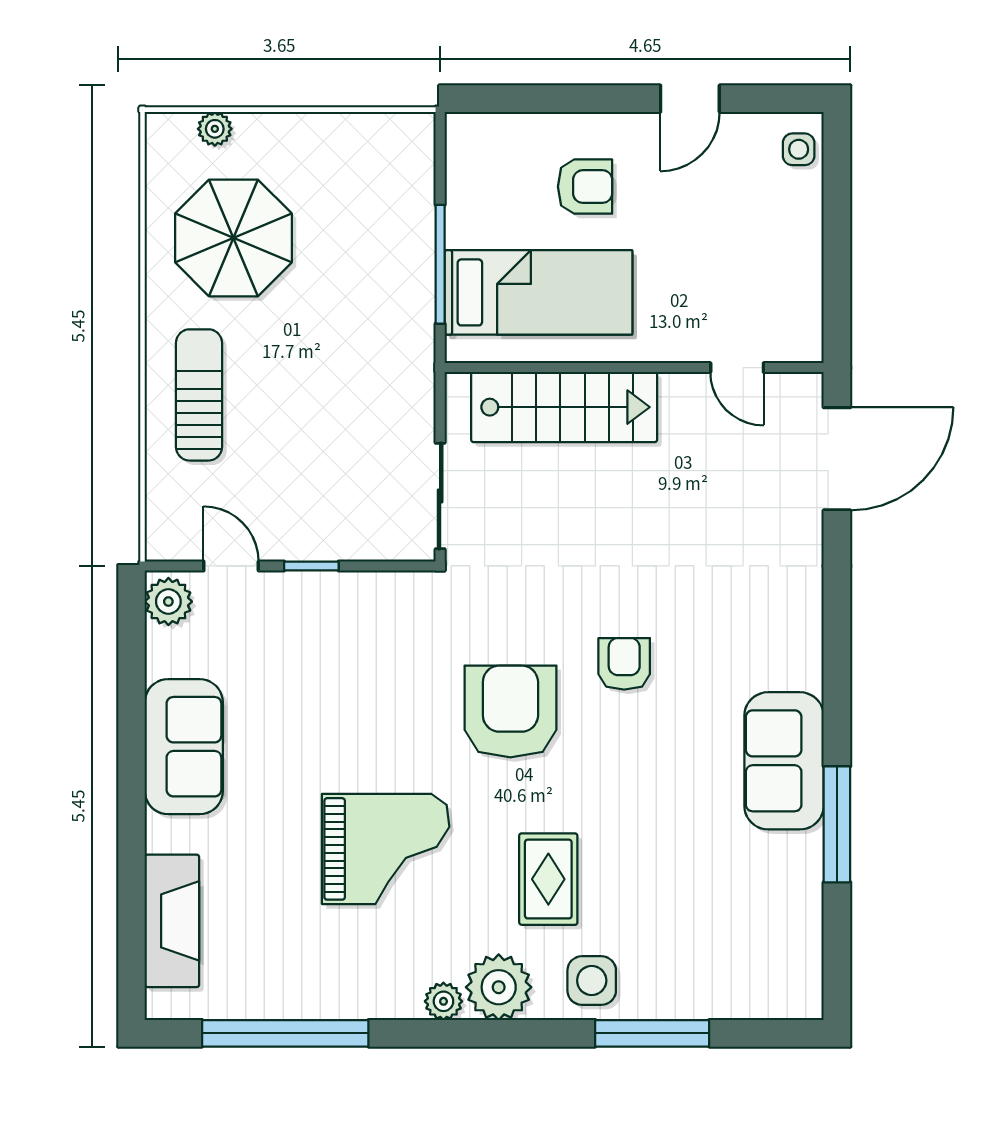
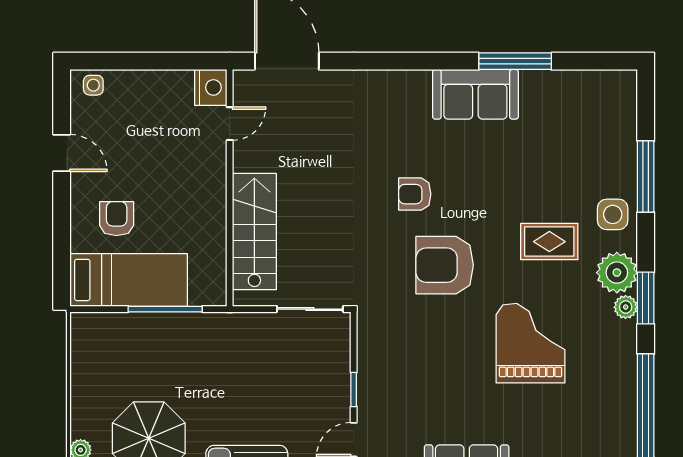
bed: (538, 292) -> (129, 280), moved, turned 90
nightstand: (795, 337) -> (211, 87), added
window: (458, 1033) -> (646, 298), added

